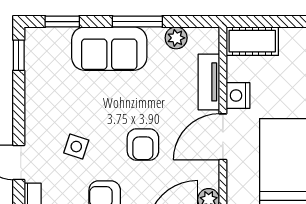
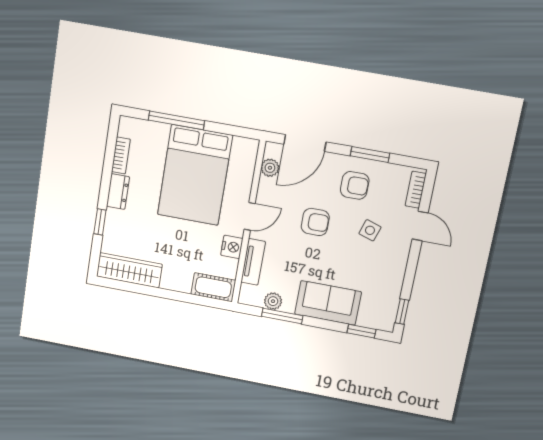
window: (137, 22) -> (282, 316), moved
door: (223, 137) -> (250, 216), width x0.73
armchair: (143, 145) -> (315, 222), turned 90

